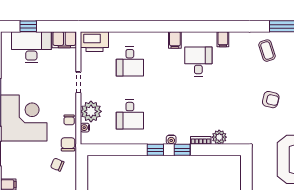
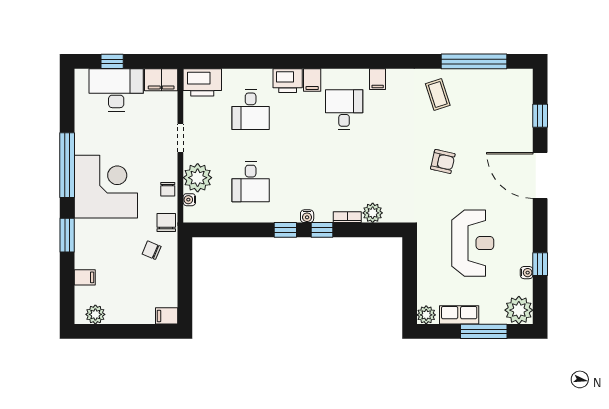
printer: (157, 40) -> (288, 81), added

